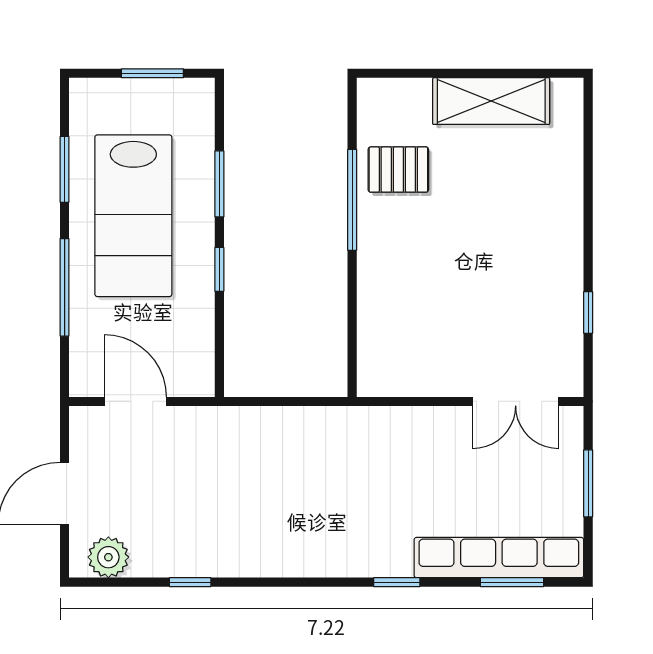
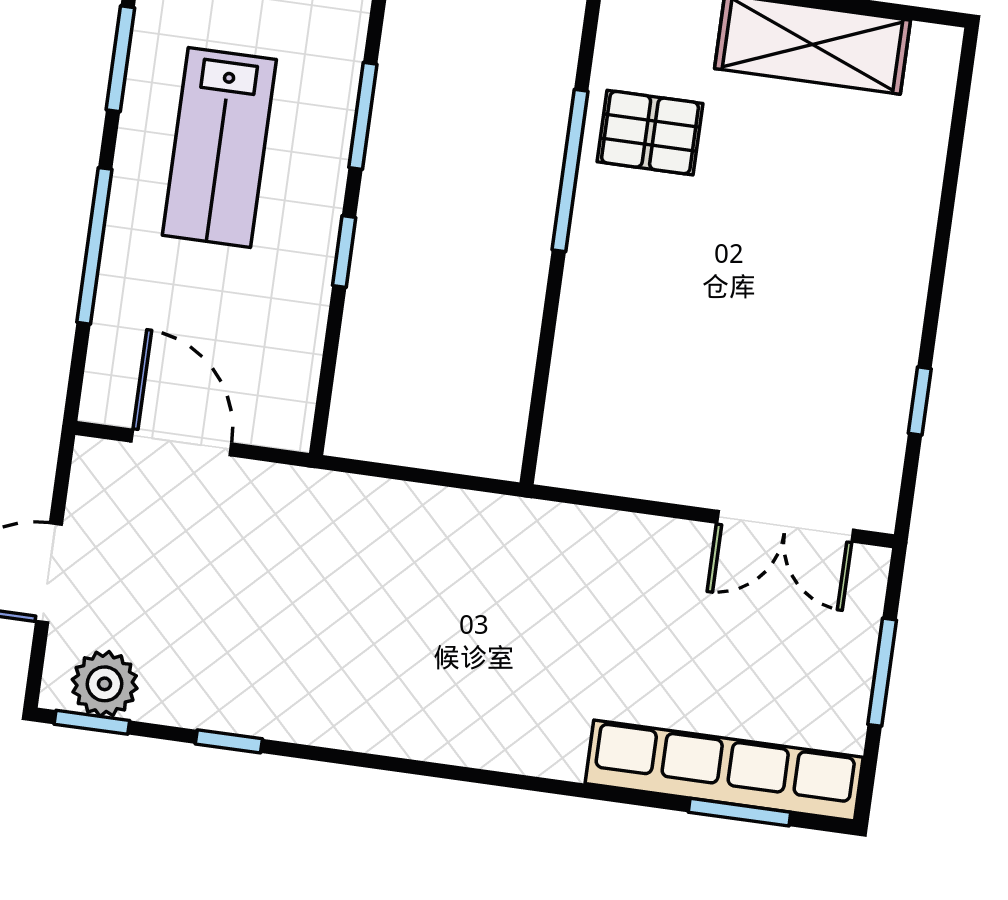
lab bench: (133, 216) -> (219, 147), width x0.73, depth x0.72
window: (397, 582) -> (92, 722), moved

